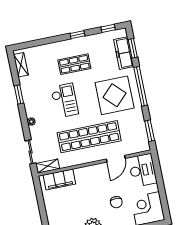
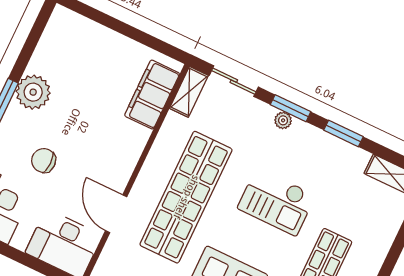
window: (24, 122) -> (291, 108), added

